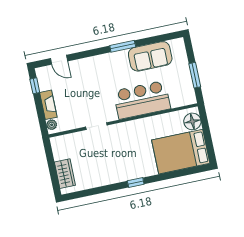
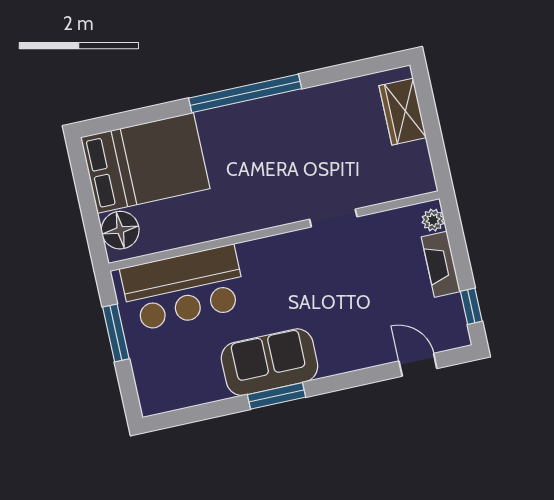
sofa: (150, 56) -> (270, 362), moved
bar counter: (142, 100) -> (183, 288), moved
window: (136, 182) -> (245, 93), width x3.17

